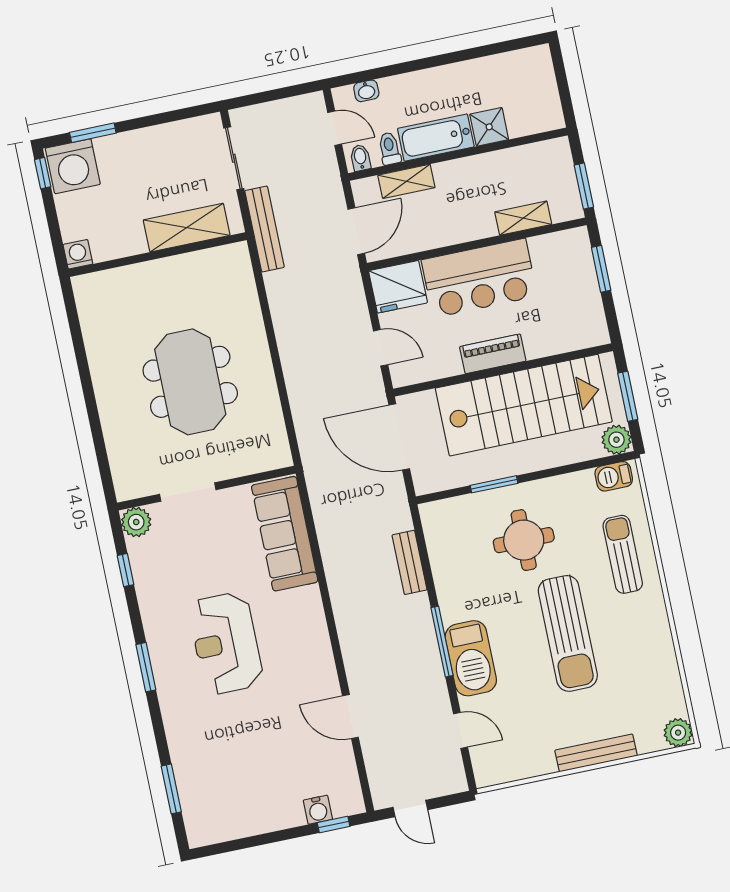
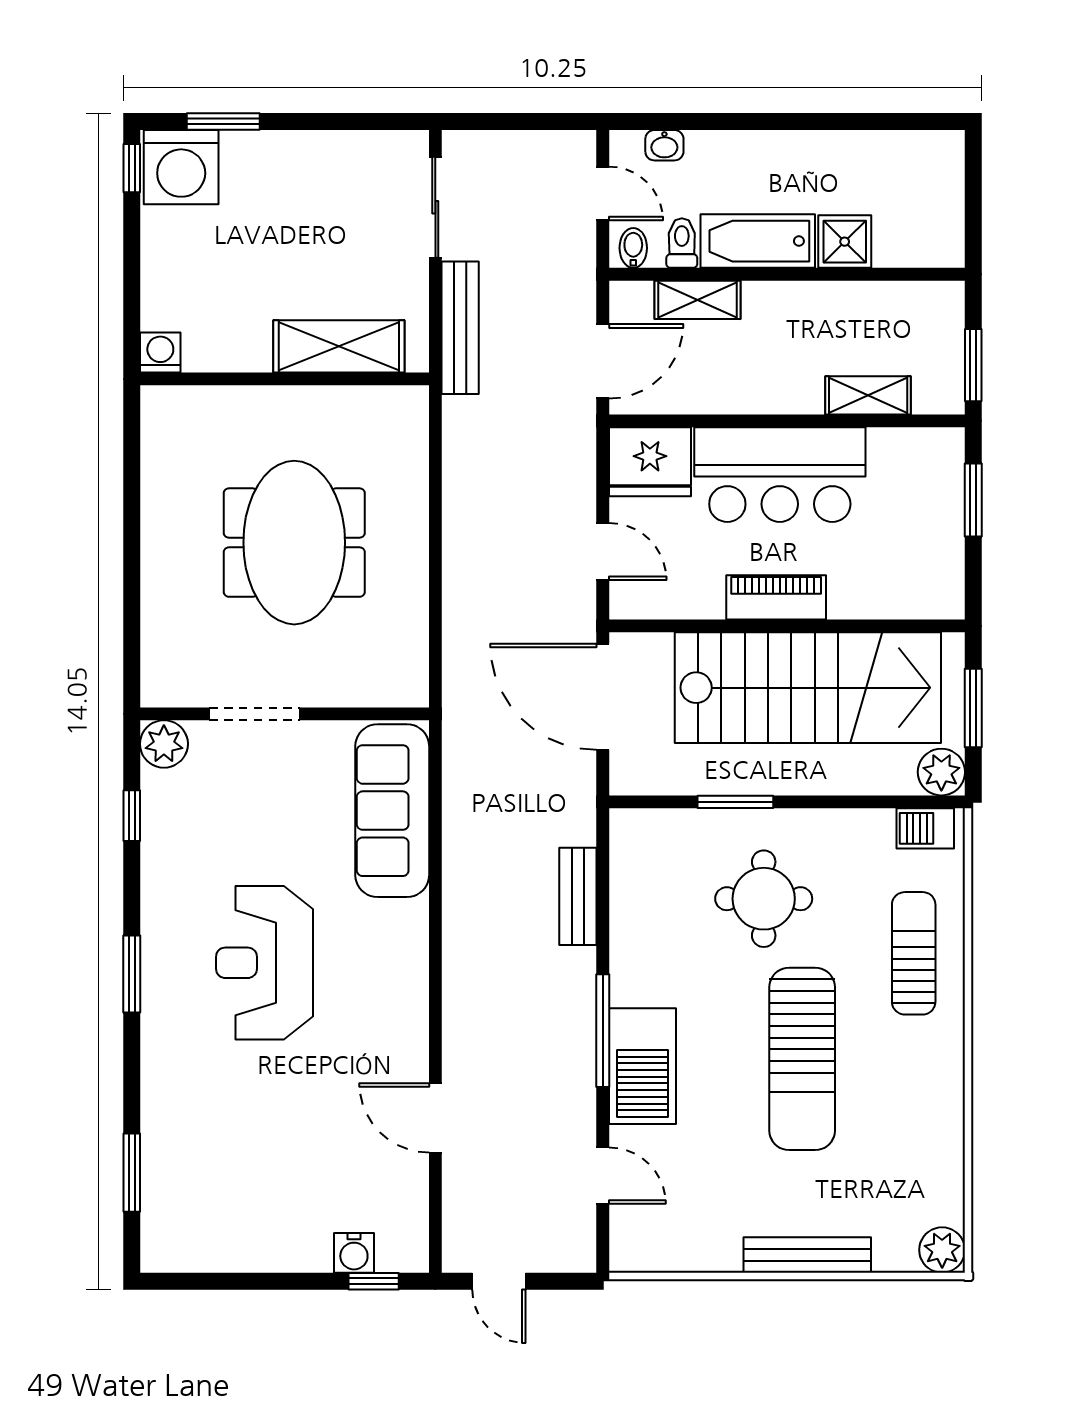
shelving: (187, 228) -> (339, 346), moved
washing machine: (78, 254) -> (160, 353), moved
wall: (157, 255) -> (285, 379), moved

